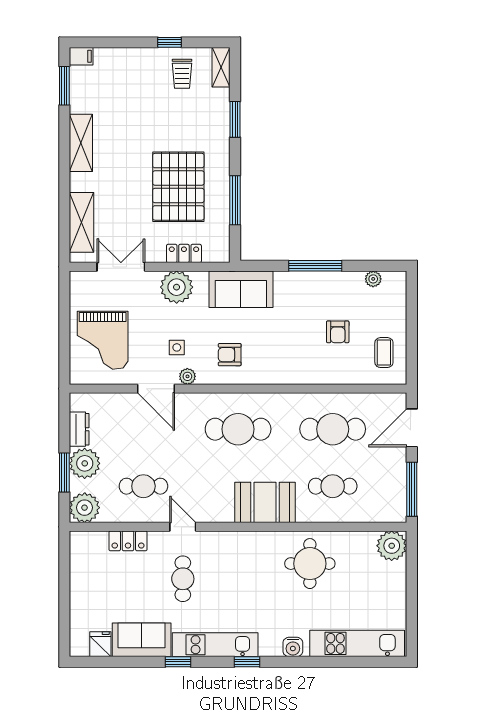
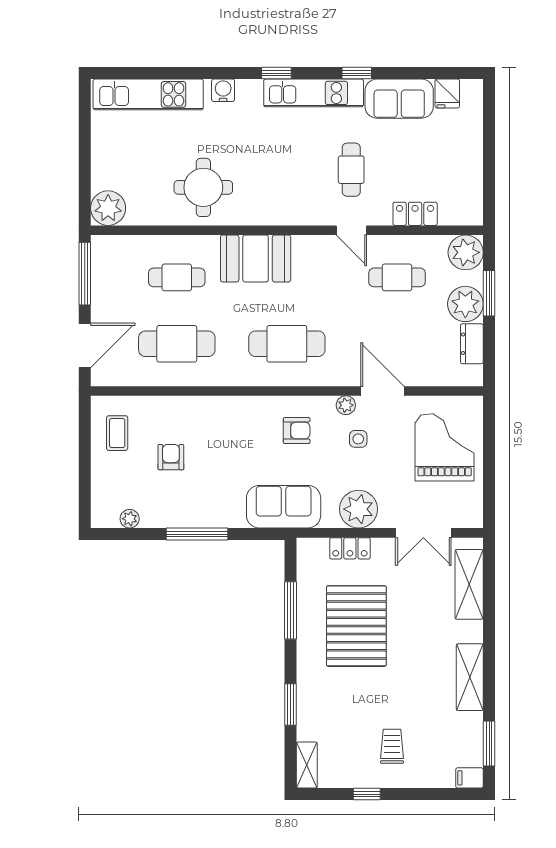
trolley: (182, 74) -> (392, 746), moved

